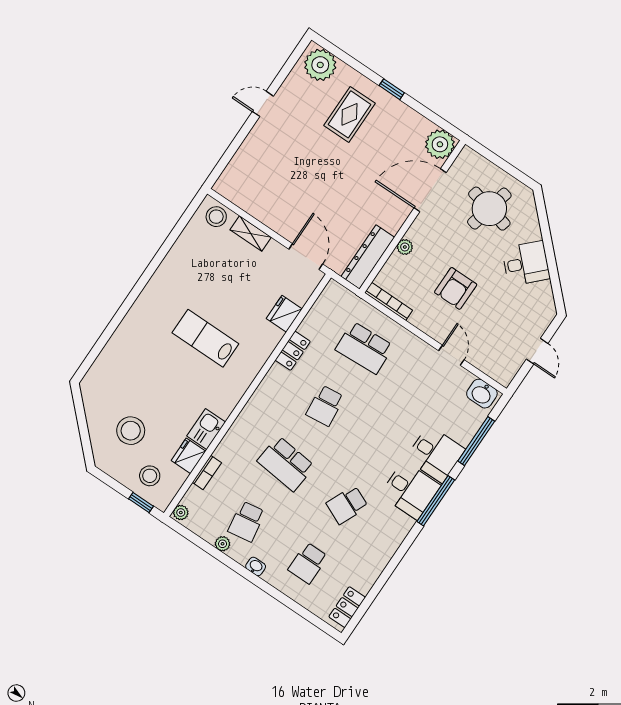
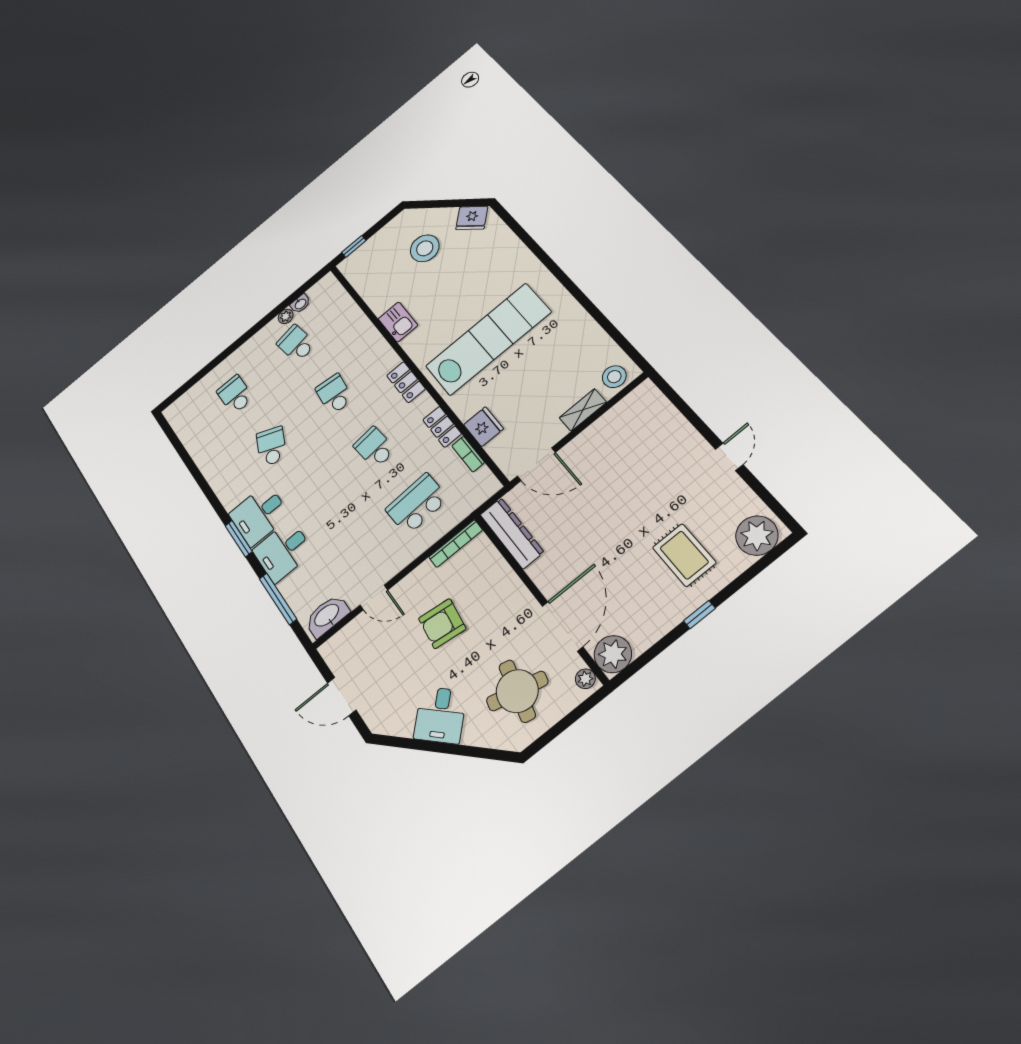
plant: (405, 247) -> (585, 679), moved
armchair: (456, 288) -> (442, 624), turned -83
lab bench: (205, 338) -> (488, 339), width x1.86, depth x1.39
door: (537, 351) -> (342, 697), width x1.38
washbasin: (482, 394) -> (327, 616), width x1.38
fridge: (189, 456) -> (472, 218), moved, turned 135
school desk: (286, 464) -> (334, 394), width x0.54
bookcase: (207, 473) -> (468, 454), moved
stool: (150, 476) -> (375, 259), removed
window: (436, 501) -> (239, 539), width x0.69
plant: (181, 513) -> (330, 282), removed
washbasin: (256, 566) -> (300, 304), moved
locker: (347, 607) -> (406, 382), moved, turned 180

